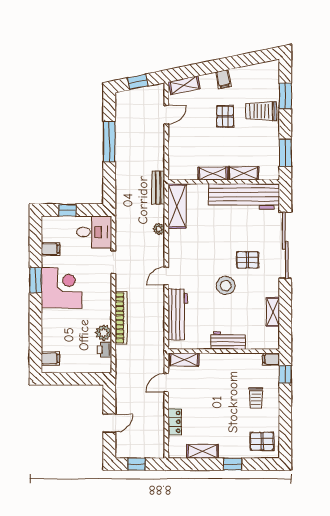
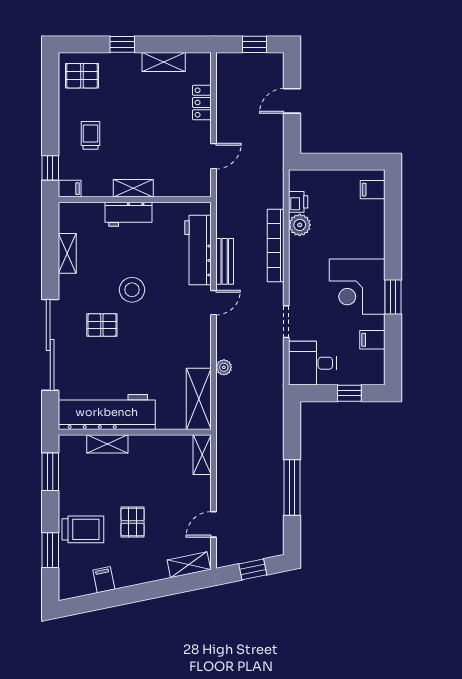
filing cabinet: (223, 79) -> (104, 580), moved
shelving: (213, 174) -> (202, 455), moved, turned 90
bench: (158, 188) -> (225, 261), moved
shelving: (184, 359) -> (133, 188), moved

